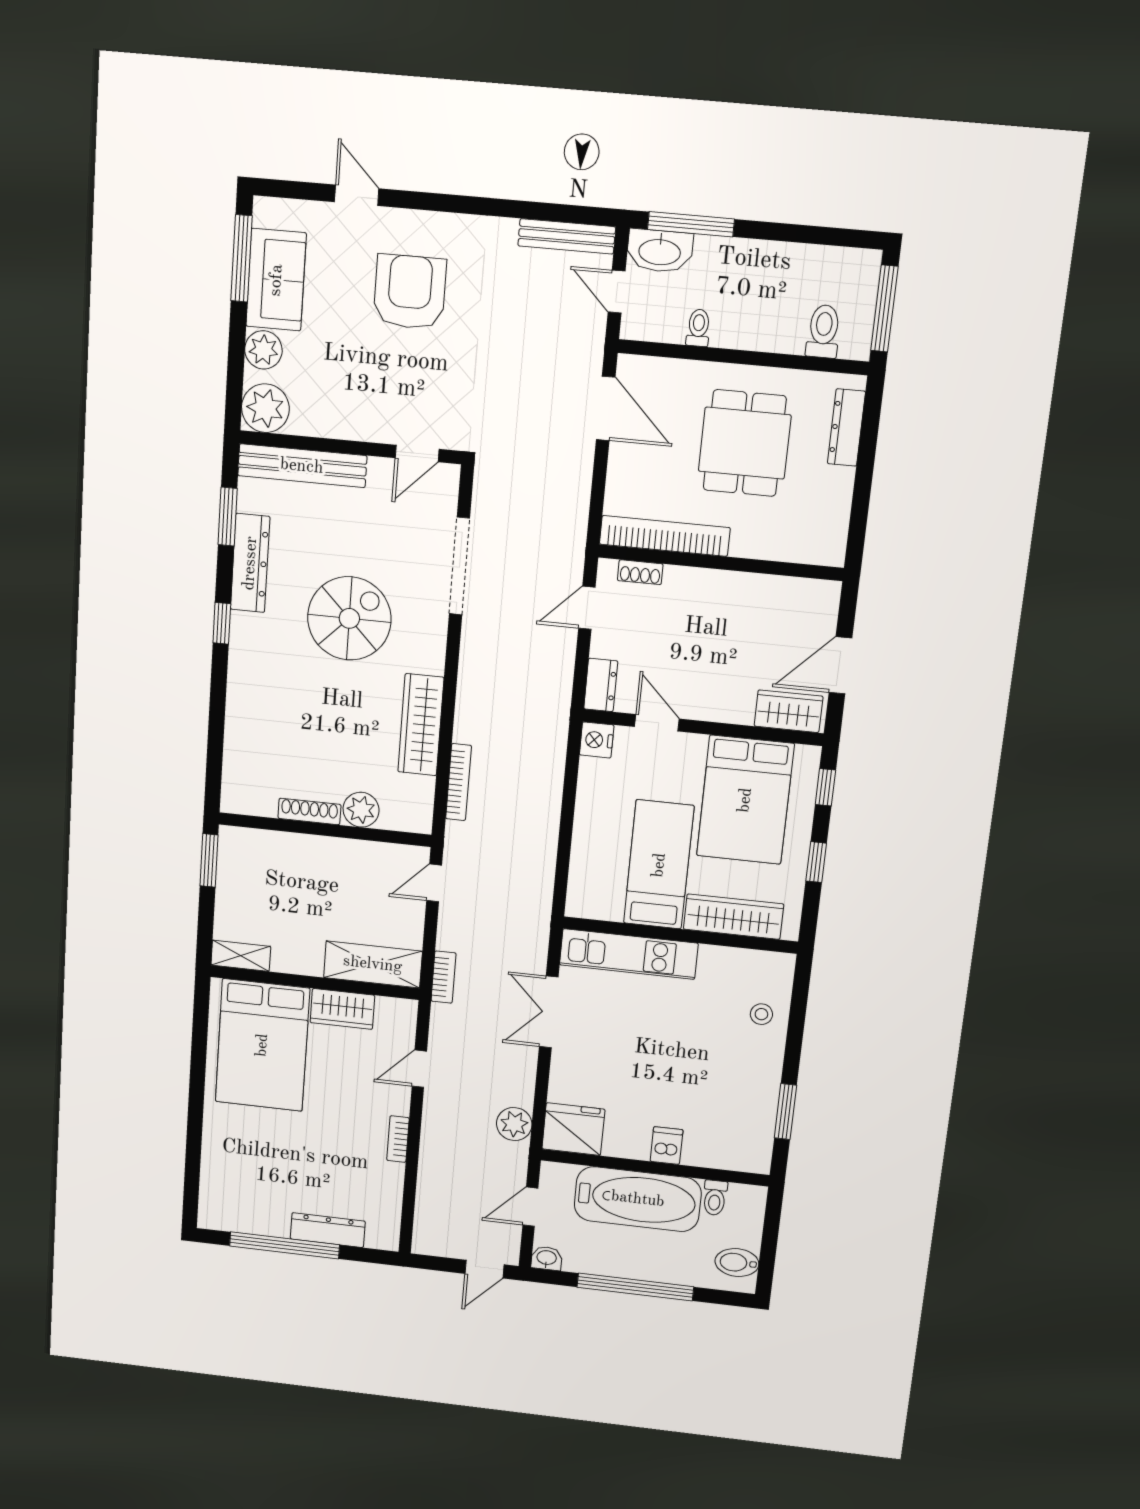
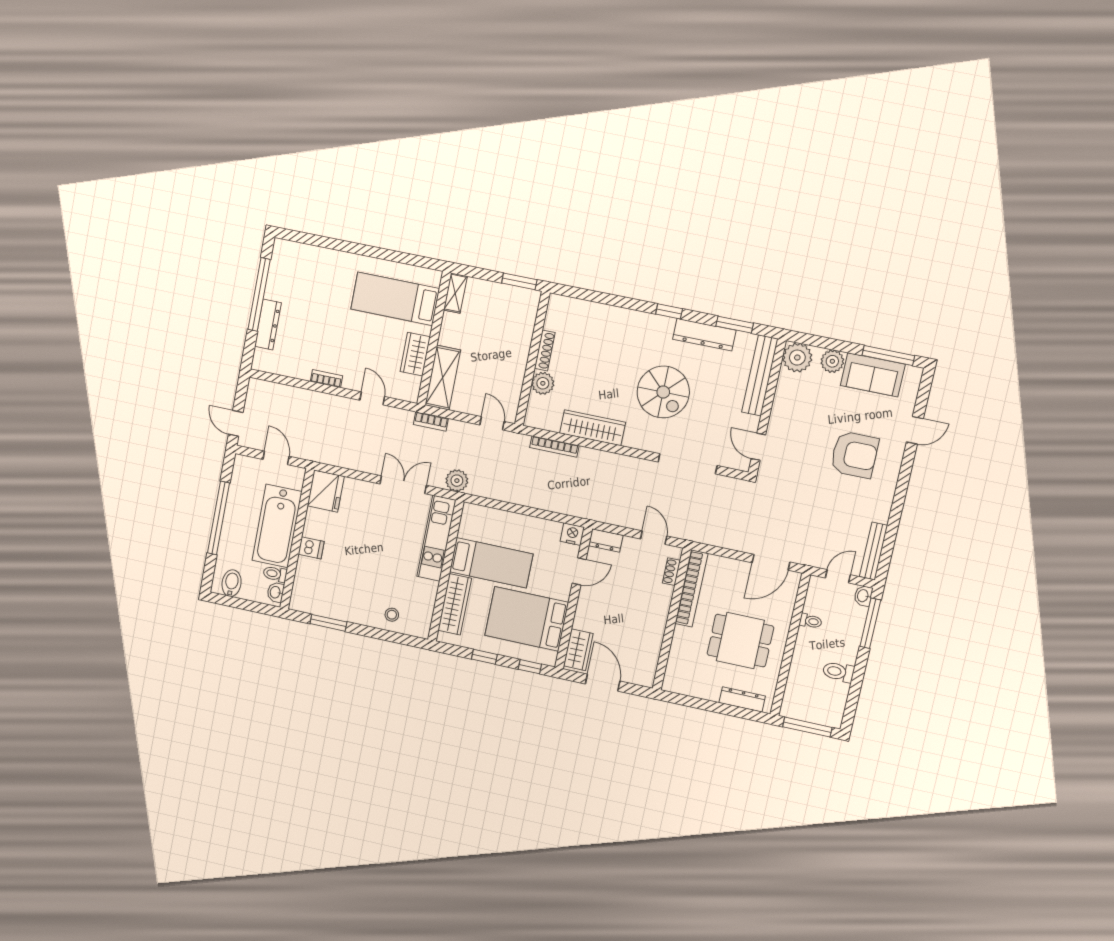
washbasin: (660, 251) -> (863, 596), width x0.52, depth x0.69
toilet: (823, 331) -> (838, 672), moved, turned 180
bed: (262, 1045) -> (395, 299), width x0.67
plant: (514, 1124) -> (457, 481), moved
washbasin: (547, 1258) -> (276, 592), moved, turned 180

